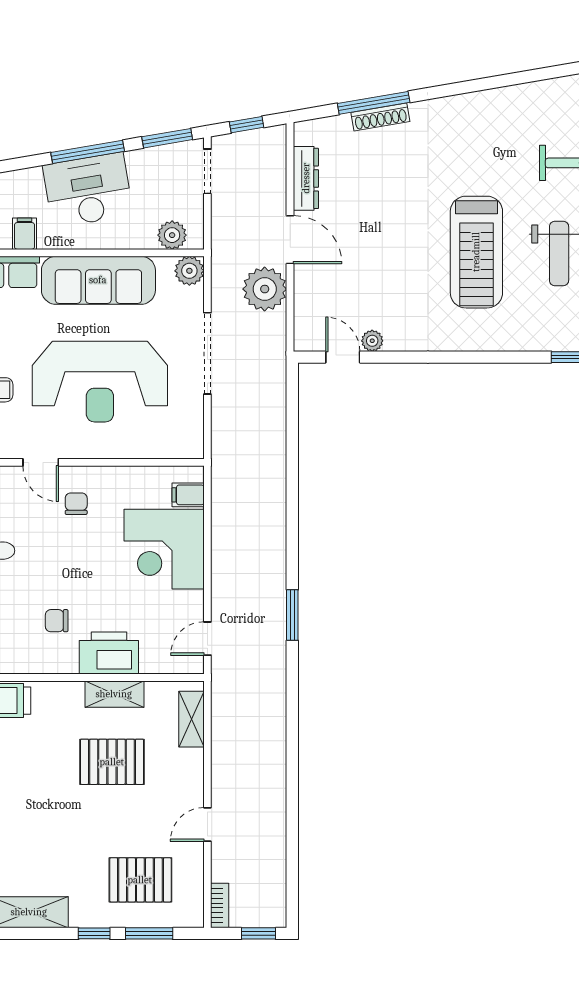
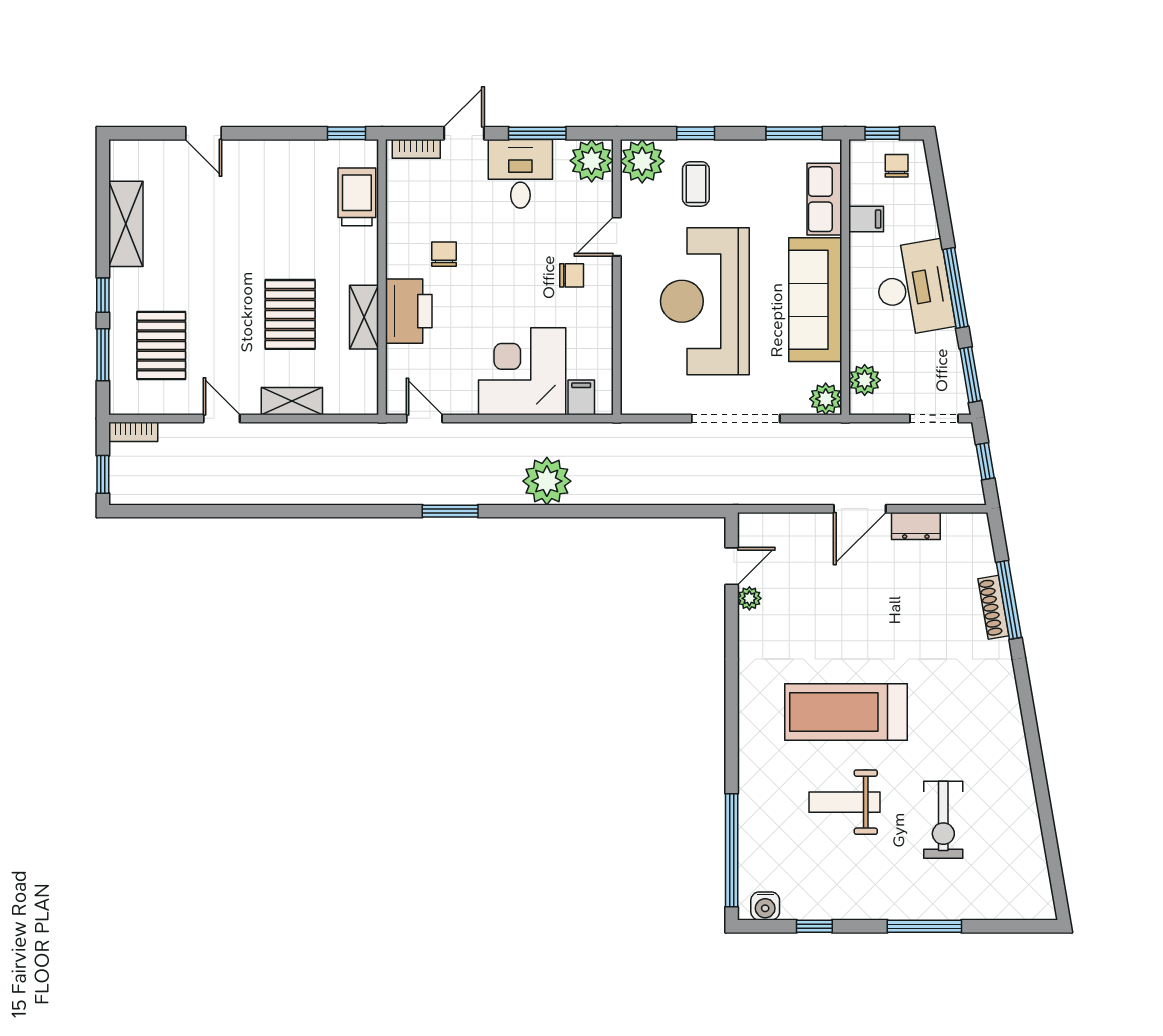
dresser: (306, 178) -> (916, 526), width x0.70
plant: (265, 289) -> (547, 481), moved
shelving: (191, 719) -> (292, 401), moved

